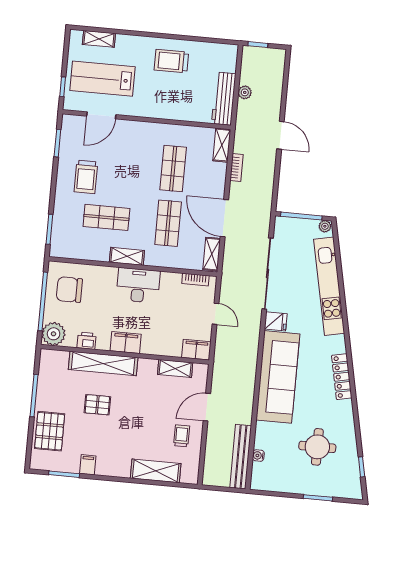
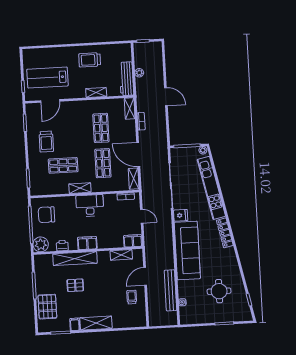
shelving: (99, 39) -> (96, 93), moved
locker: (342, 377) -> (225, 233), moved
bench: (241, 457) -> (170, 290), moved
shelving: (156, 471) -> (96, 323), moved

